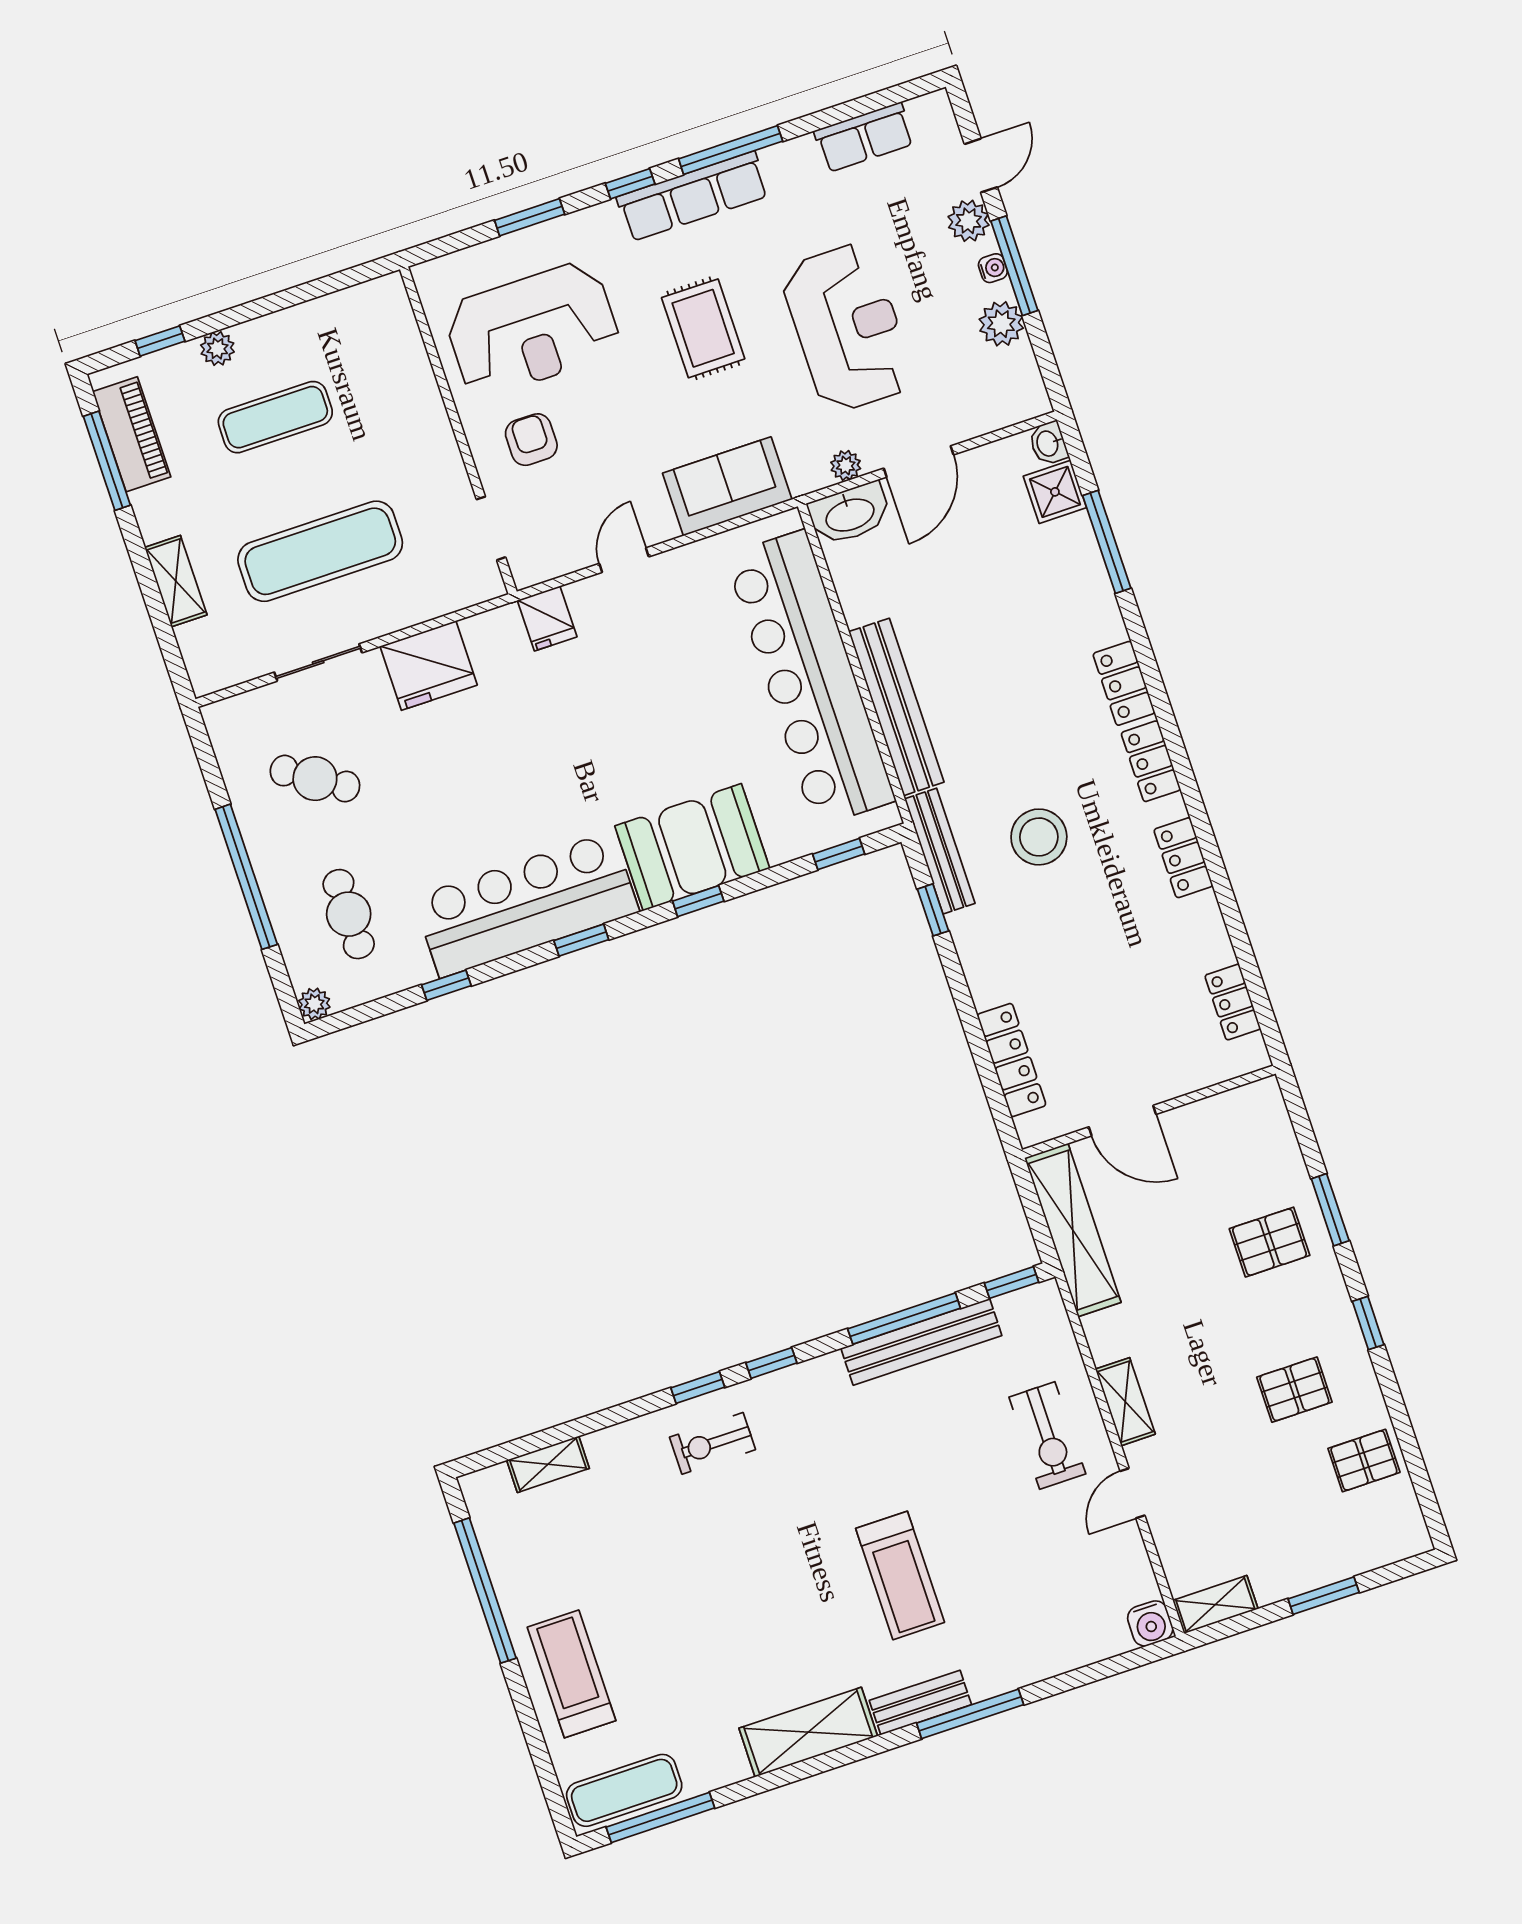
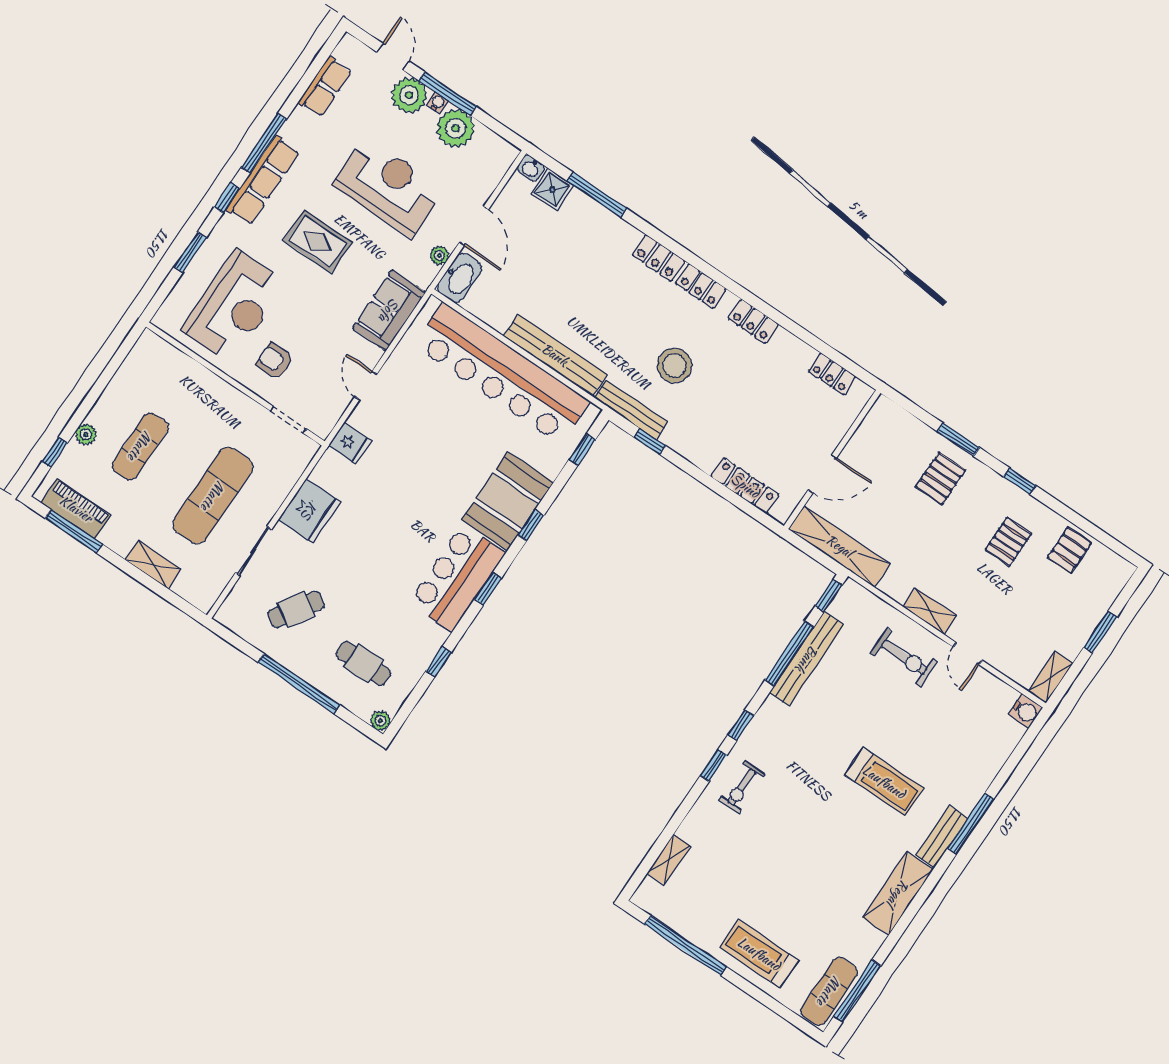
plant: (969, 221) -> (409, 95), width x1.36, depth x1.36
plant: (1001, 324) -> (456, 128), width x1.36, depth x1.36
bar counter: (526, 905) -> (457, 578), width x0.73

